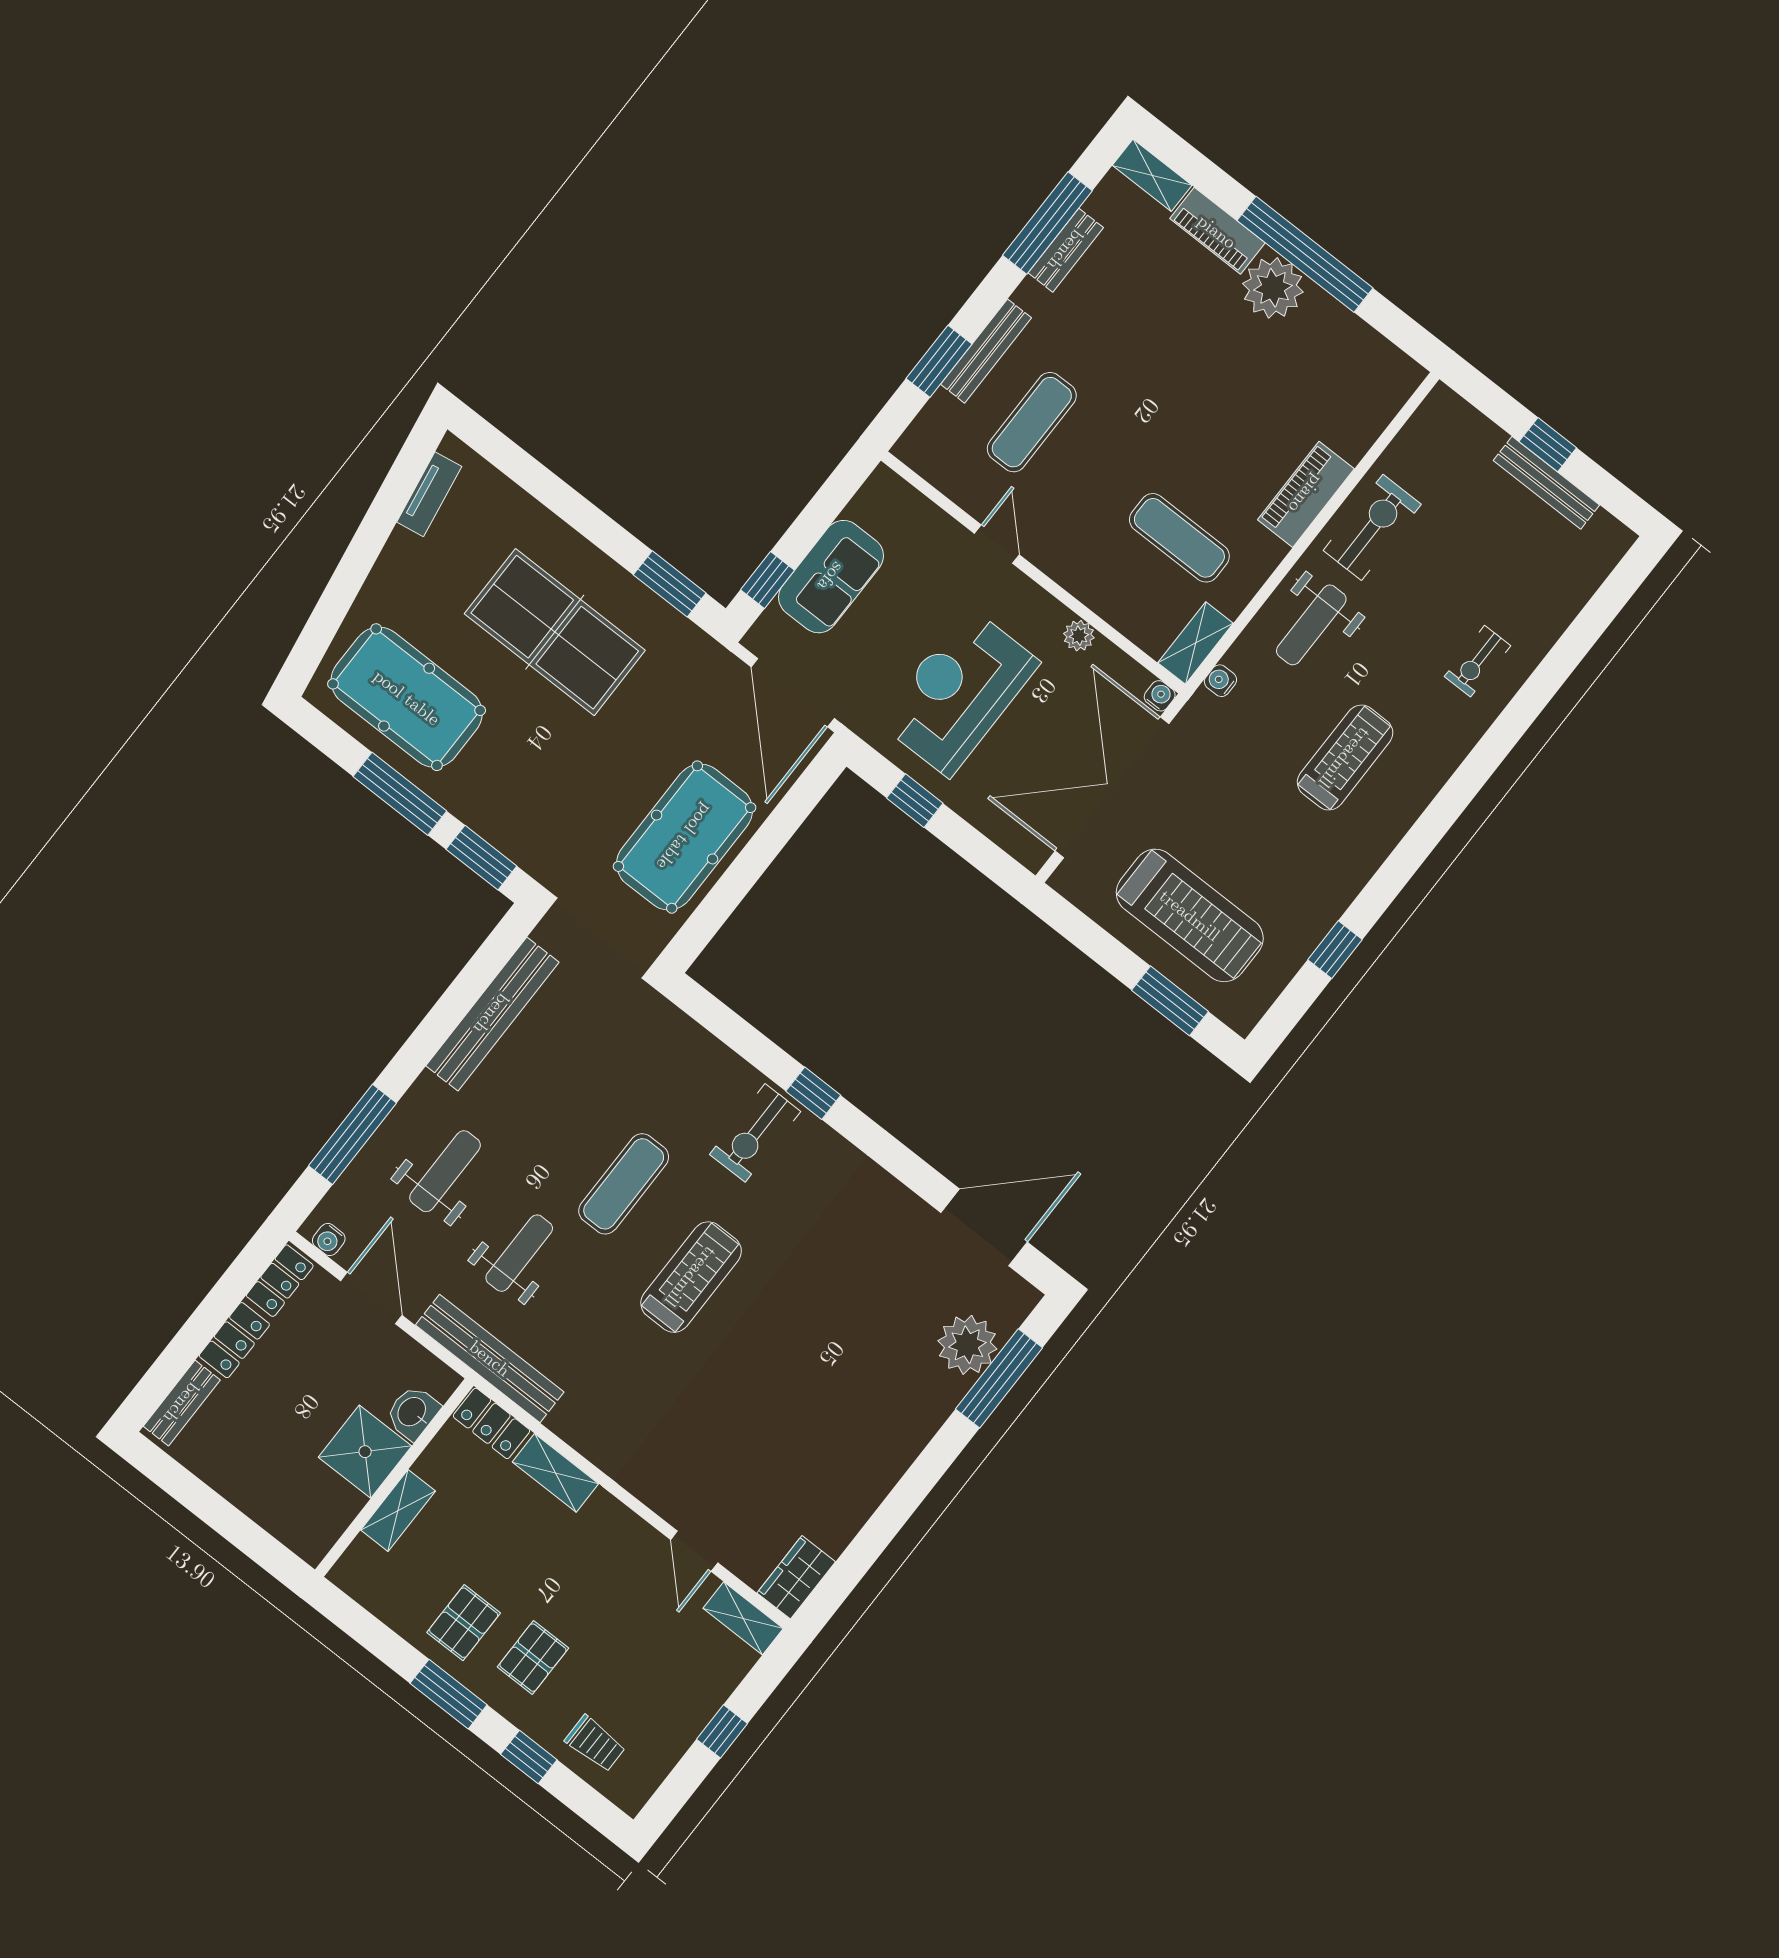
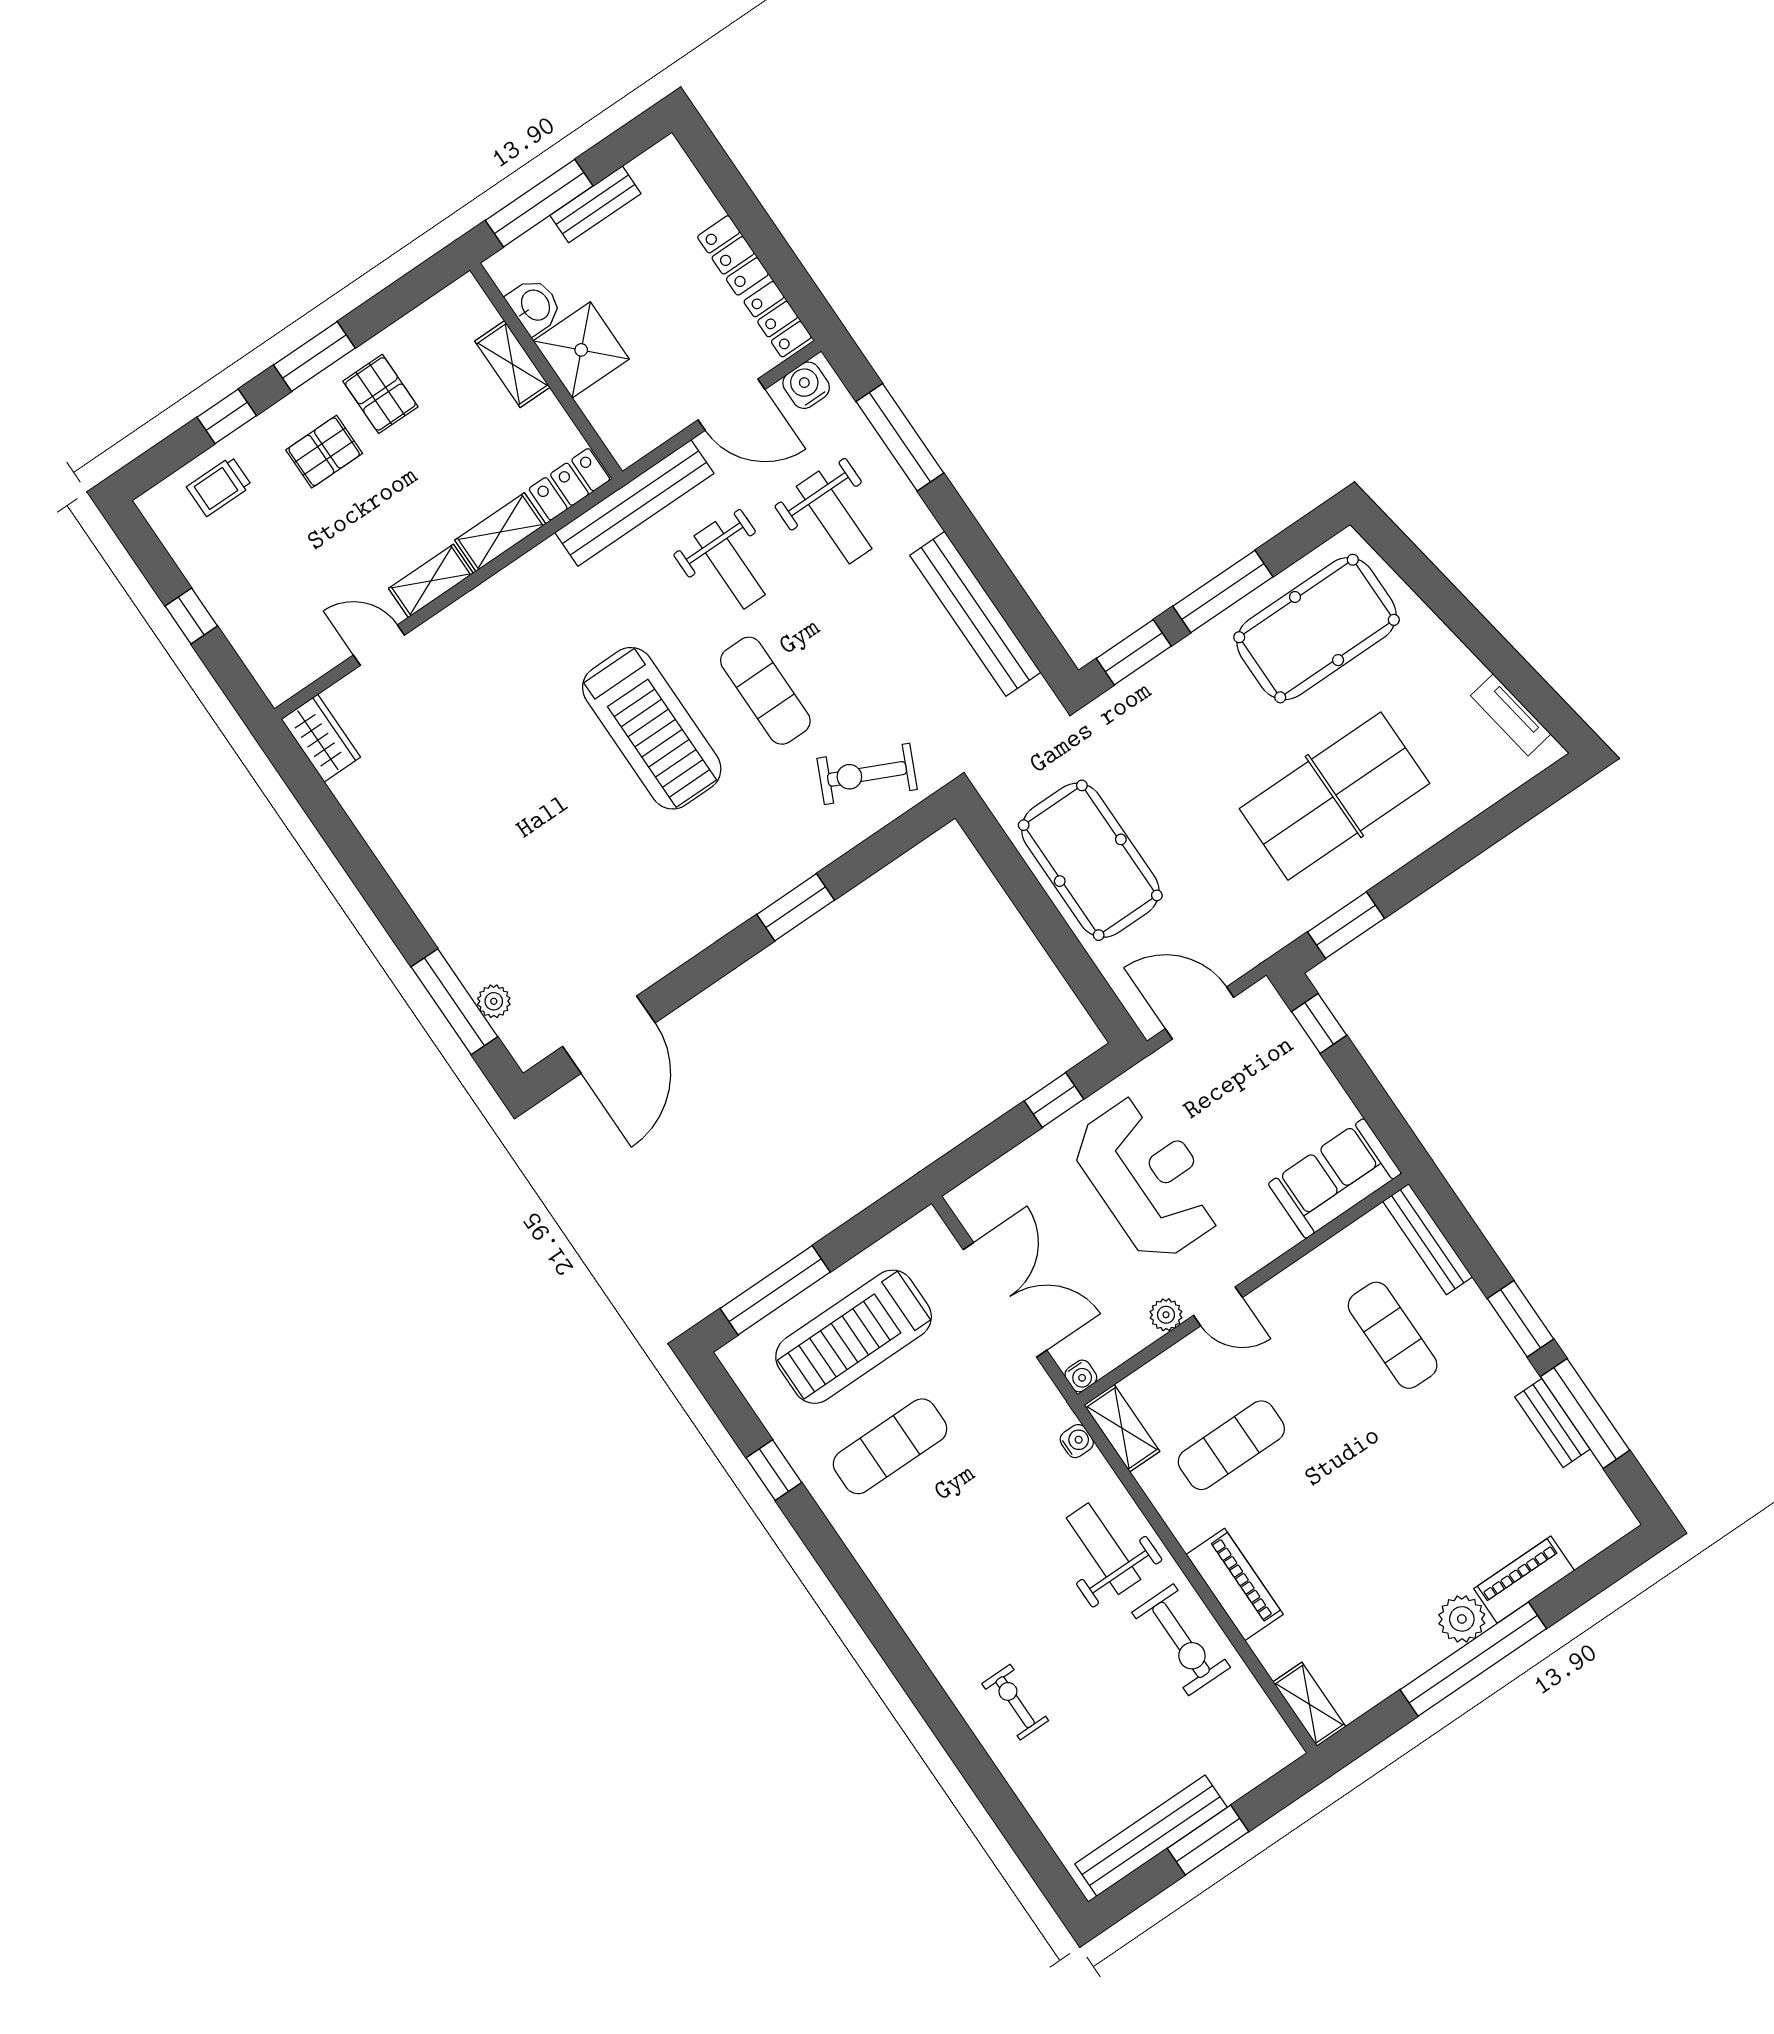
shelving: (1152, 175) -> (1309, 1704), moved, turned 90
plant: (1273, 288) -> (1462, 1619), width x0.73, depth x0.73
bench: (986, 351) -> (1428, 1239), moved
window: (939, 361) -> (1521, 1319), moved
window: (1548, 445) -> (1208, 1840), width x1.50
bench: (1546, 483) -> (1151, 1836), width x1.37, depth x1.21
door: (997, 544) -> (1218, 1306), moved
sofa: (831, 577) -> (1335, 1178), moved, turned 90
door: (793, 693) -> (1199, 1013), width x0.73
treadmill: (1345, 758) -> (961, 1540), removed
double door: (1112, 787) -> (1005, 1300), width x0.73
exercise mat: (1280, 850) -> (890, 1446), added
window: (1170, 1001) -> (775, 1290), width x1.44
window: (813, 1093) -> (796, 907), width x1.50
exercise bike: (755, 1133) -> (867, 774), moved, turned -65
water cooler: (329, 1240) -> (806, 385), width x1.38, depth x1.38
treadmill: (691, 1277) -> (652, 728), width x1.37, depth x1.38
plant: (967, 1345) -> (494, 1001), width x0.53, depth x0.53
bench: (182, 1403) -> (595, 204), moved, turned 90
washbasin: (413, 1412) -> (534, 306), moved
window: (243, 1533) -> (539, 203), added
shelving: (743, 1618) -> (431, 581), moved
pallet: (533, 1658) -> (324, 452), turned 90

